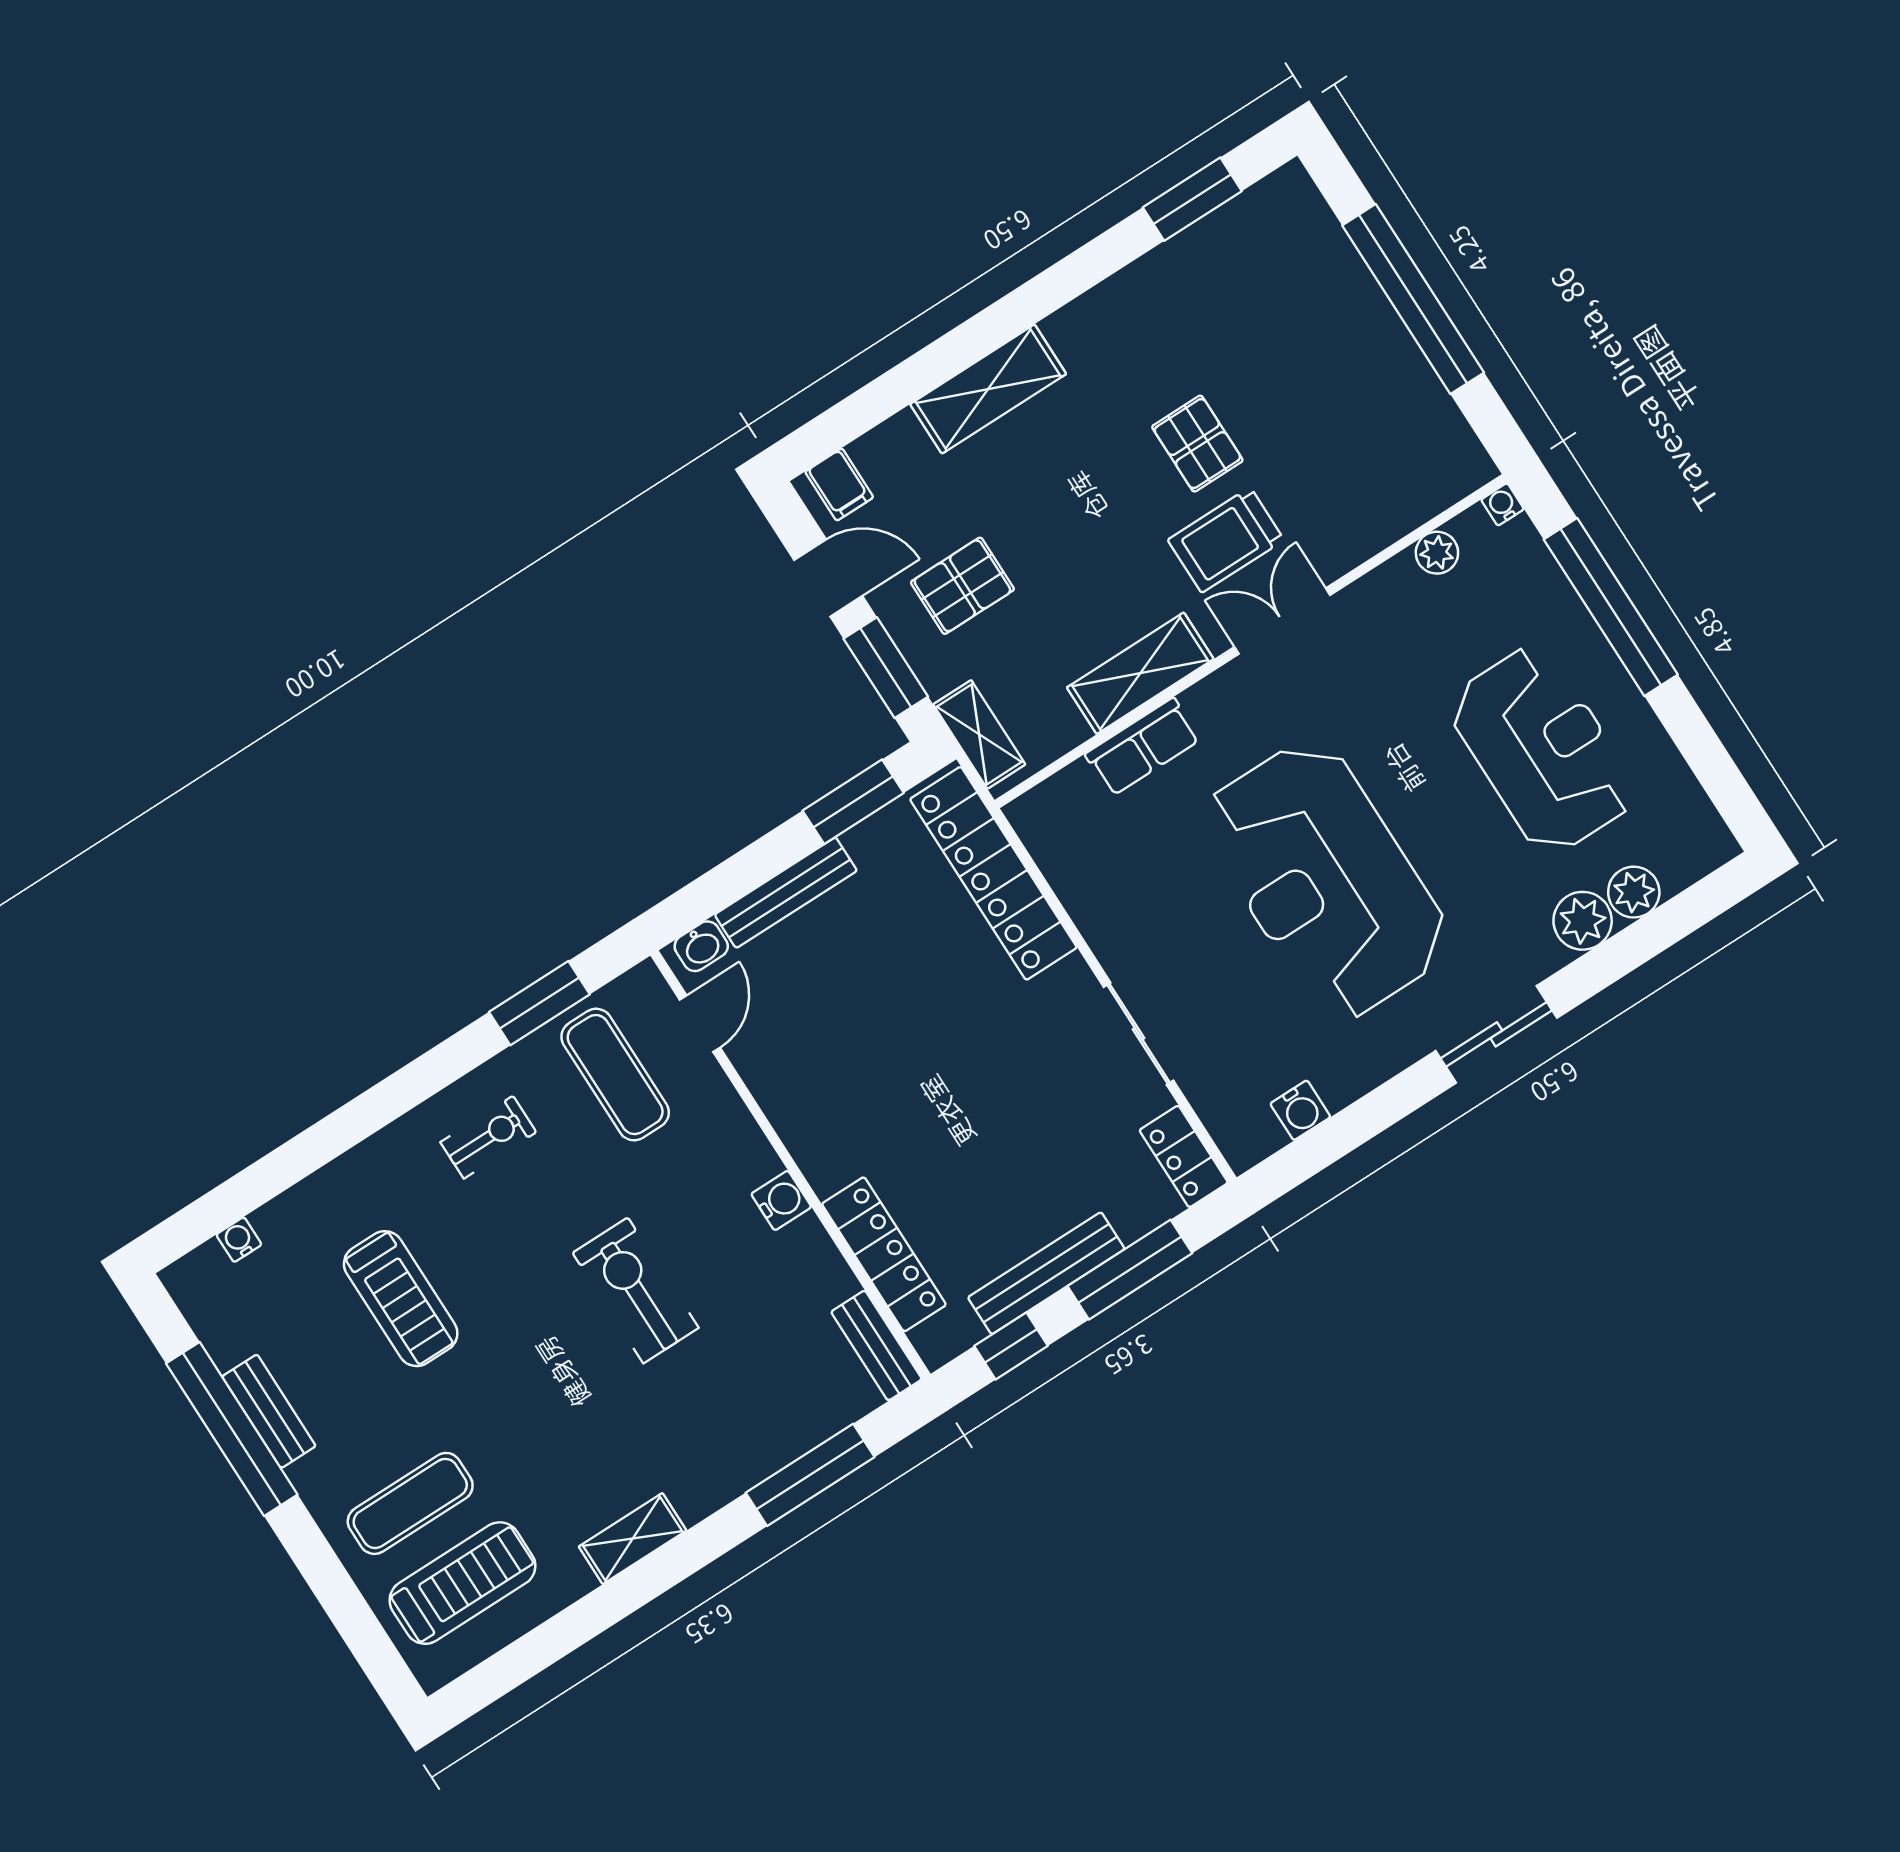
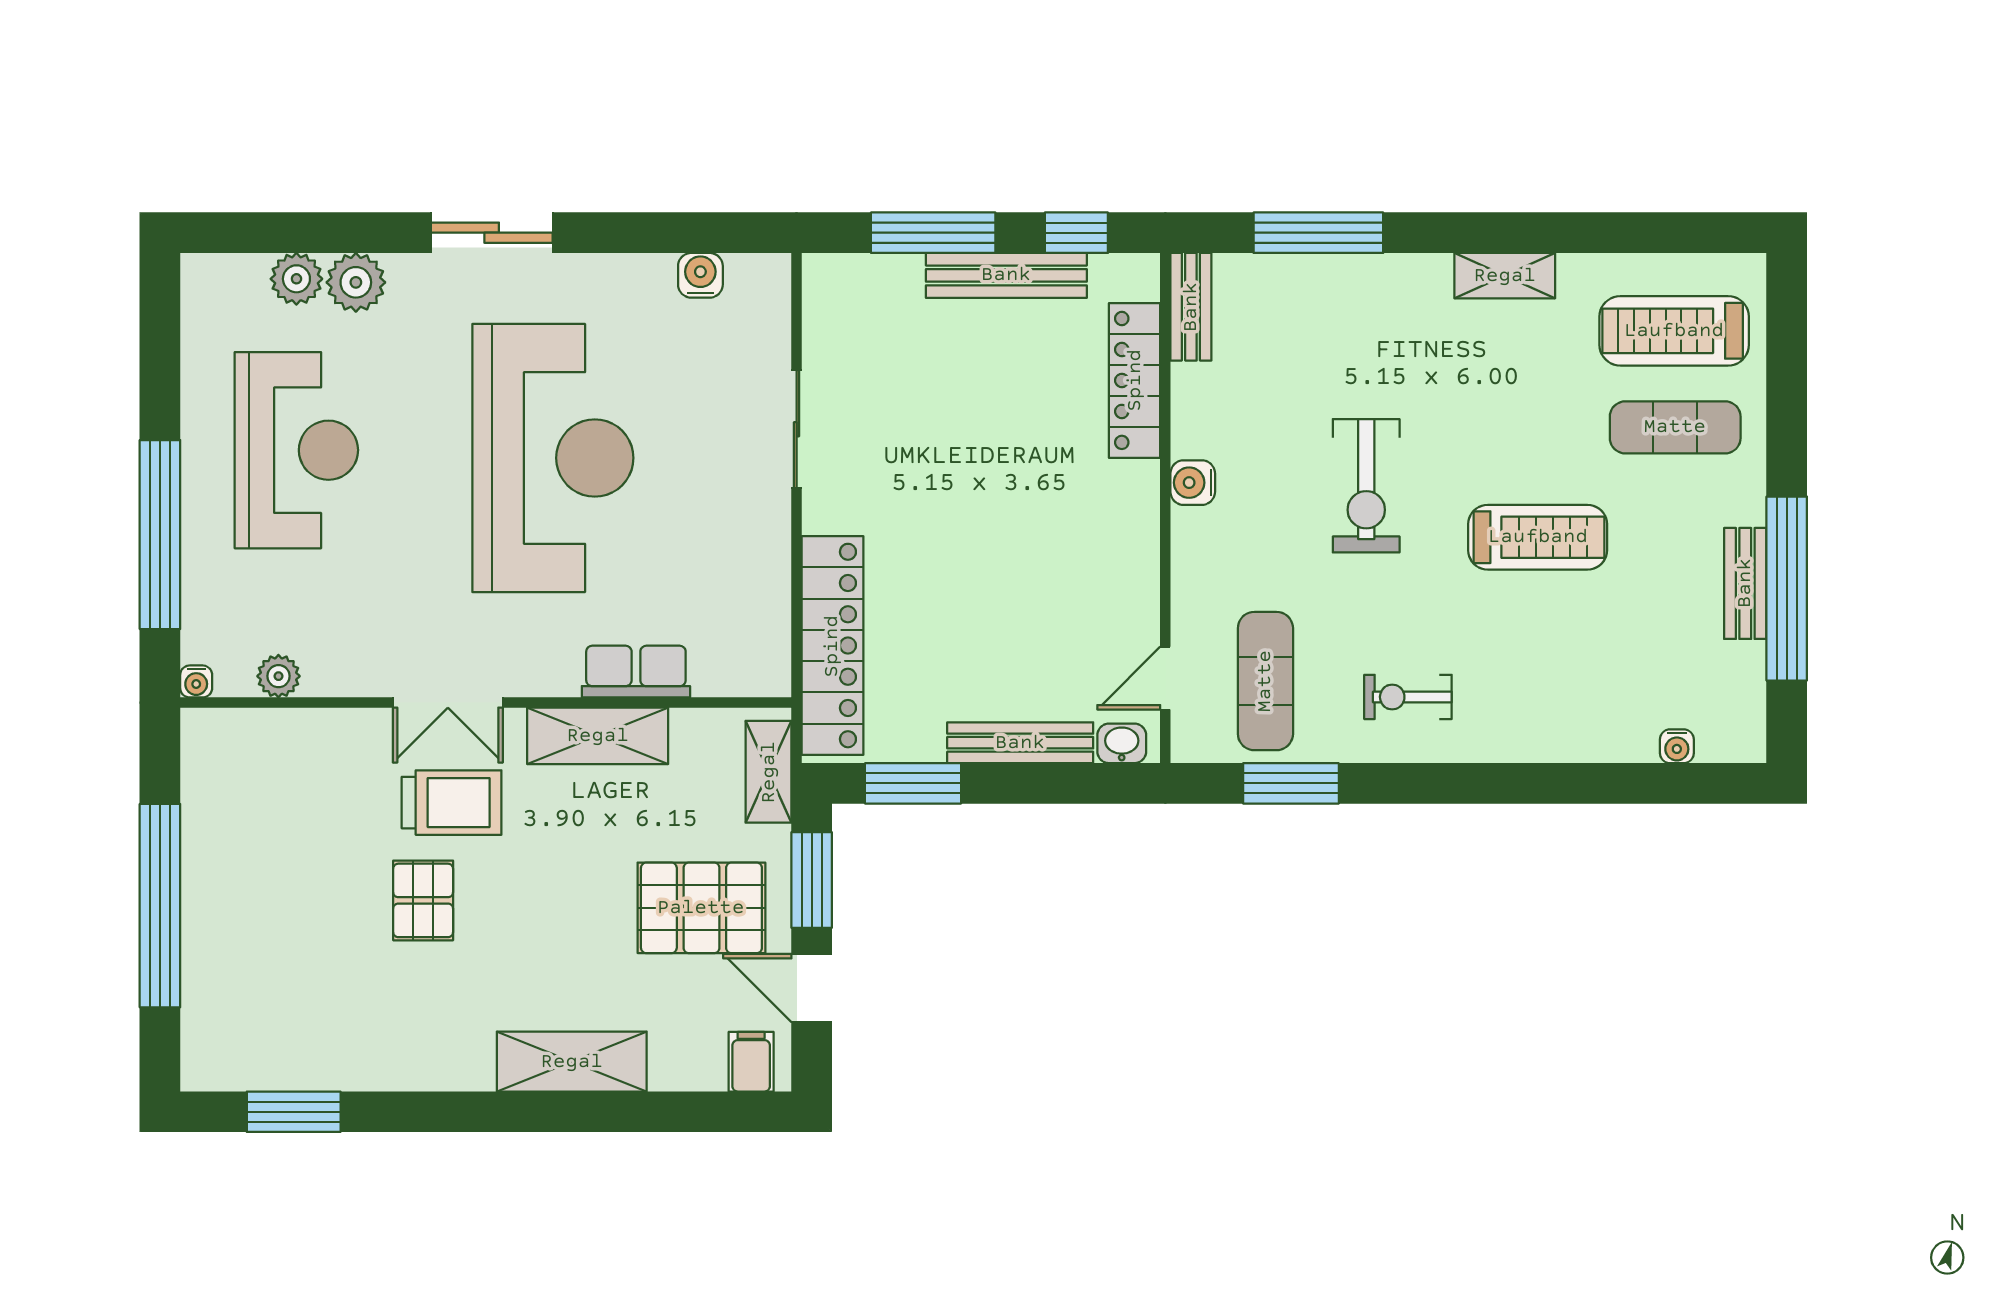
pallet: (962, 586) -> (701, 908), width x1.50, depth x1.42
reception desk: (1543, 750) -> (296, 450), turned 180
locker: (1184, 1156) -> (825, 300), removed
treadmill: (401, 1299) -> (1538, 537), moved, turned 90

